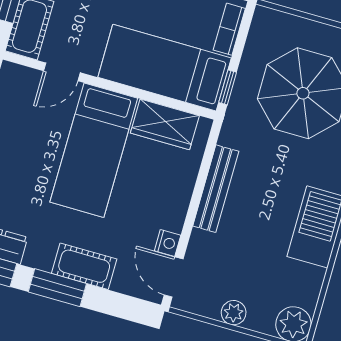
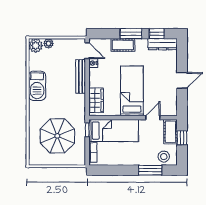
wardrobe: (165, 124) -> (96, 100), moved, turned 90
bench: (216, 189) -> (81, 76), moved
plant: (234, 313) -> (49, 43), moved

